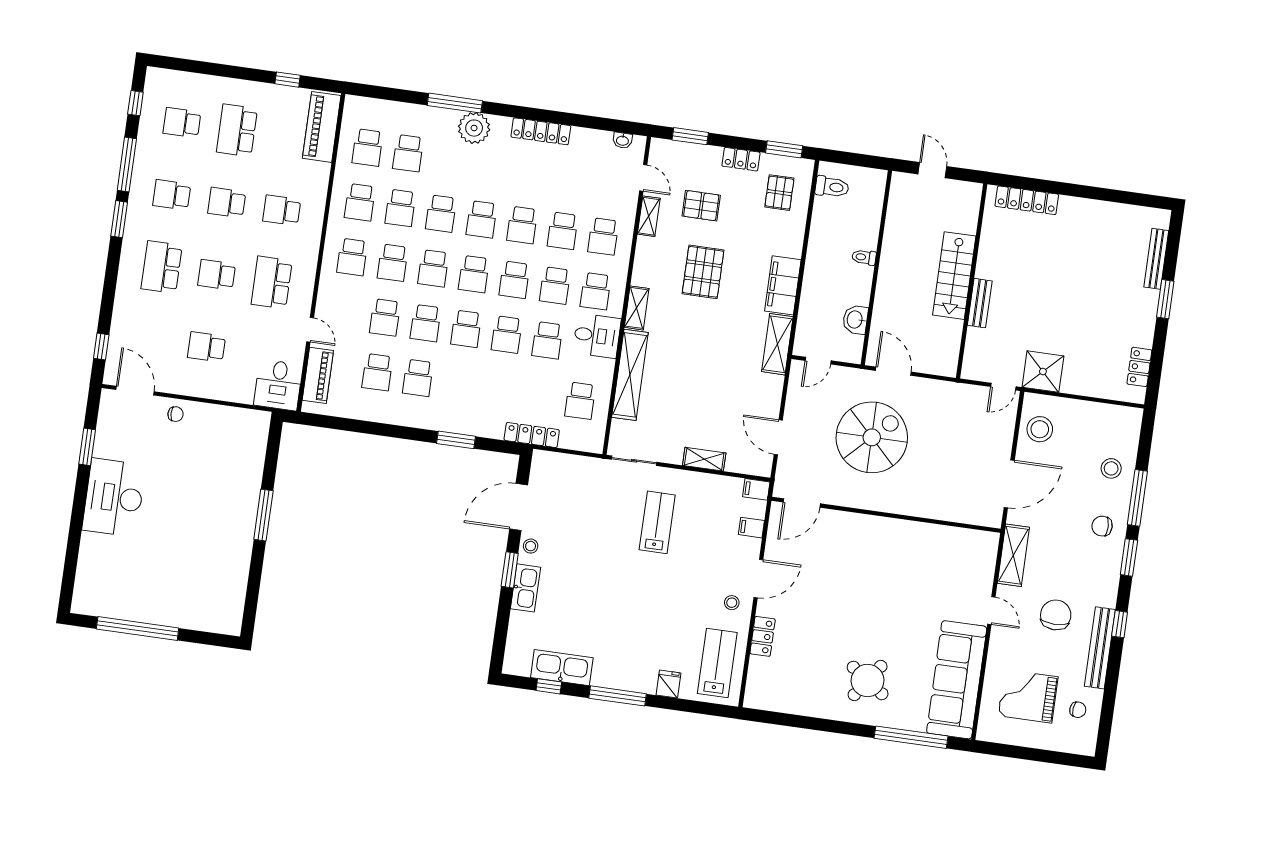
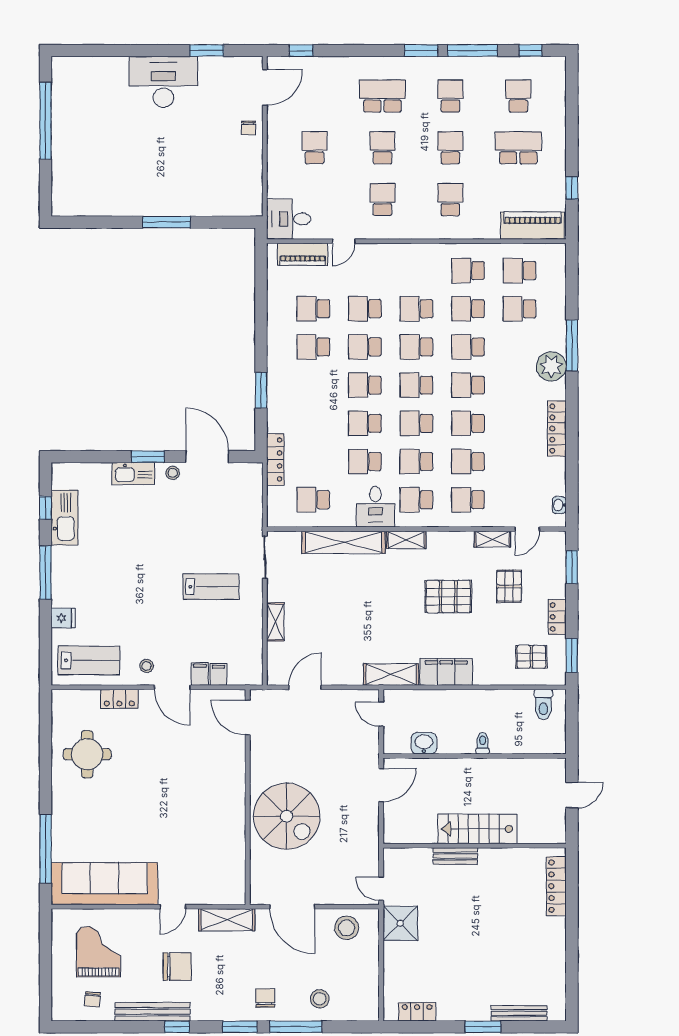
school desk: (352, 257) -> (416, 271), removed
school desk: (272, 282) -> (382, 200), width x0.54
spiral stairs: (872, 437) -> (287, 816), moved
filing cabinet: (756, 489) -> (200, 674), moved
round table: (868, 680) -> (87, 754), moved, turned -35

